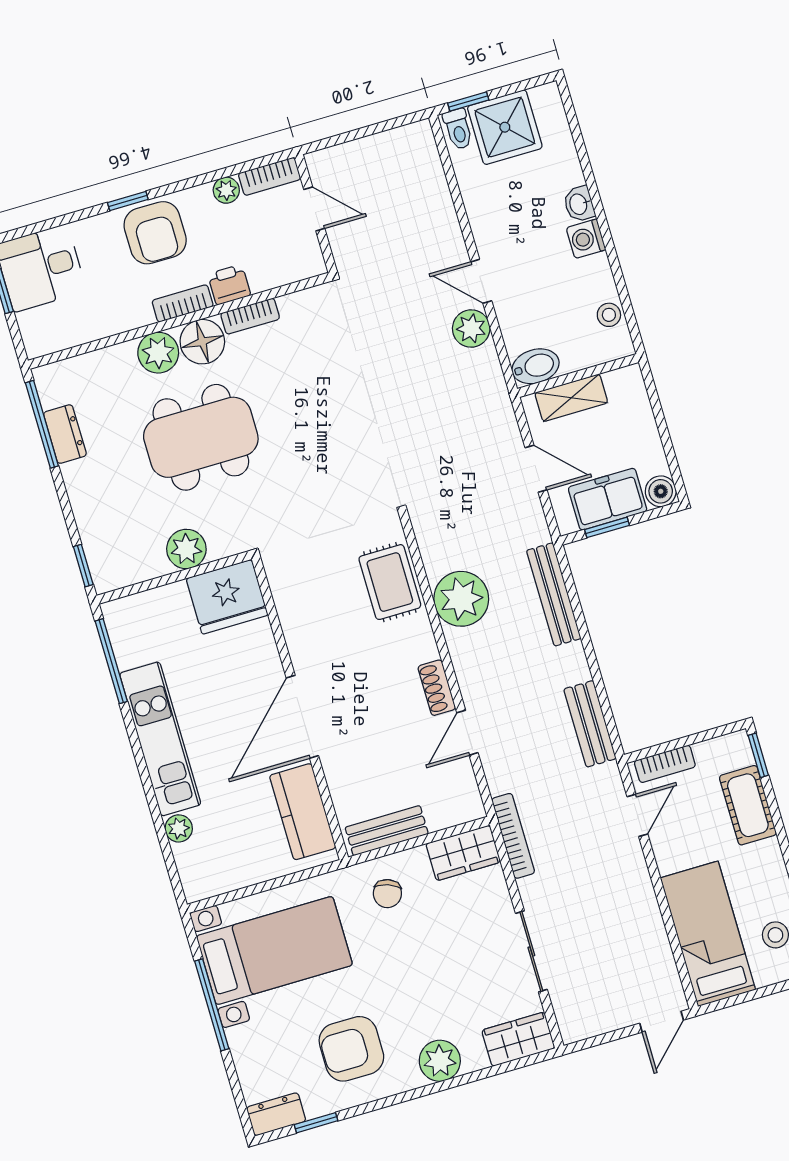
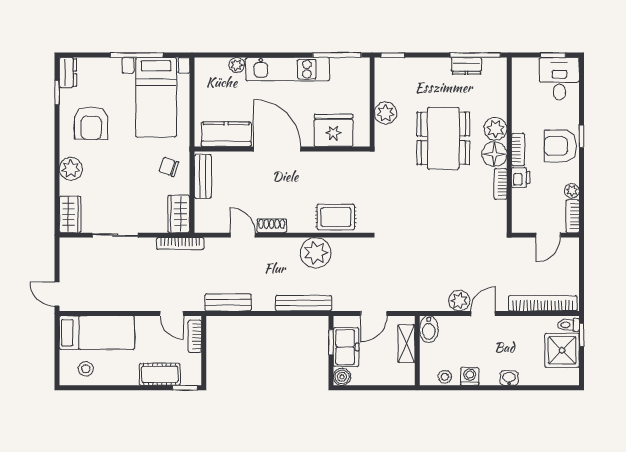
bookcase: (434, 184) -> (543, 303), added
washing machine: (586, 239) -> (470, 376), moved
fridge: (227, 597) -> (333, 130), moved, turned 90
armchair: (351, 1049) -> (91, 123), turned 180

